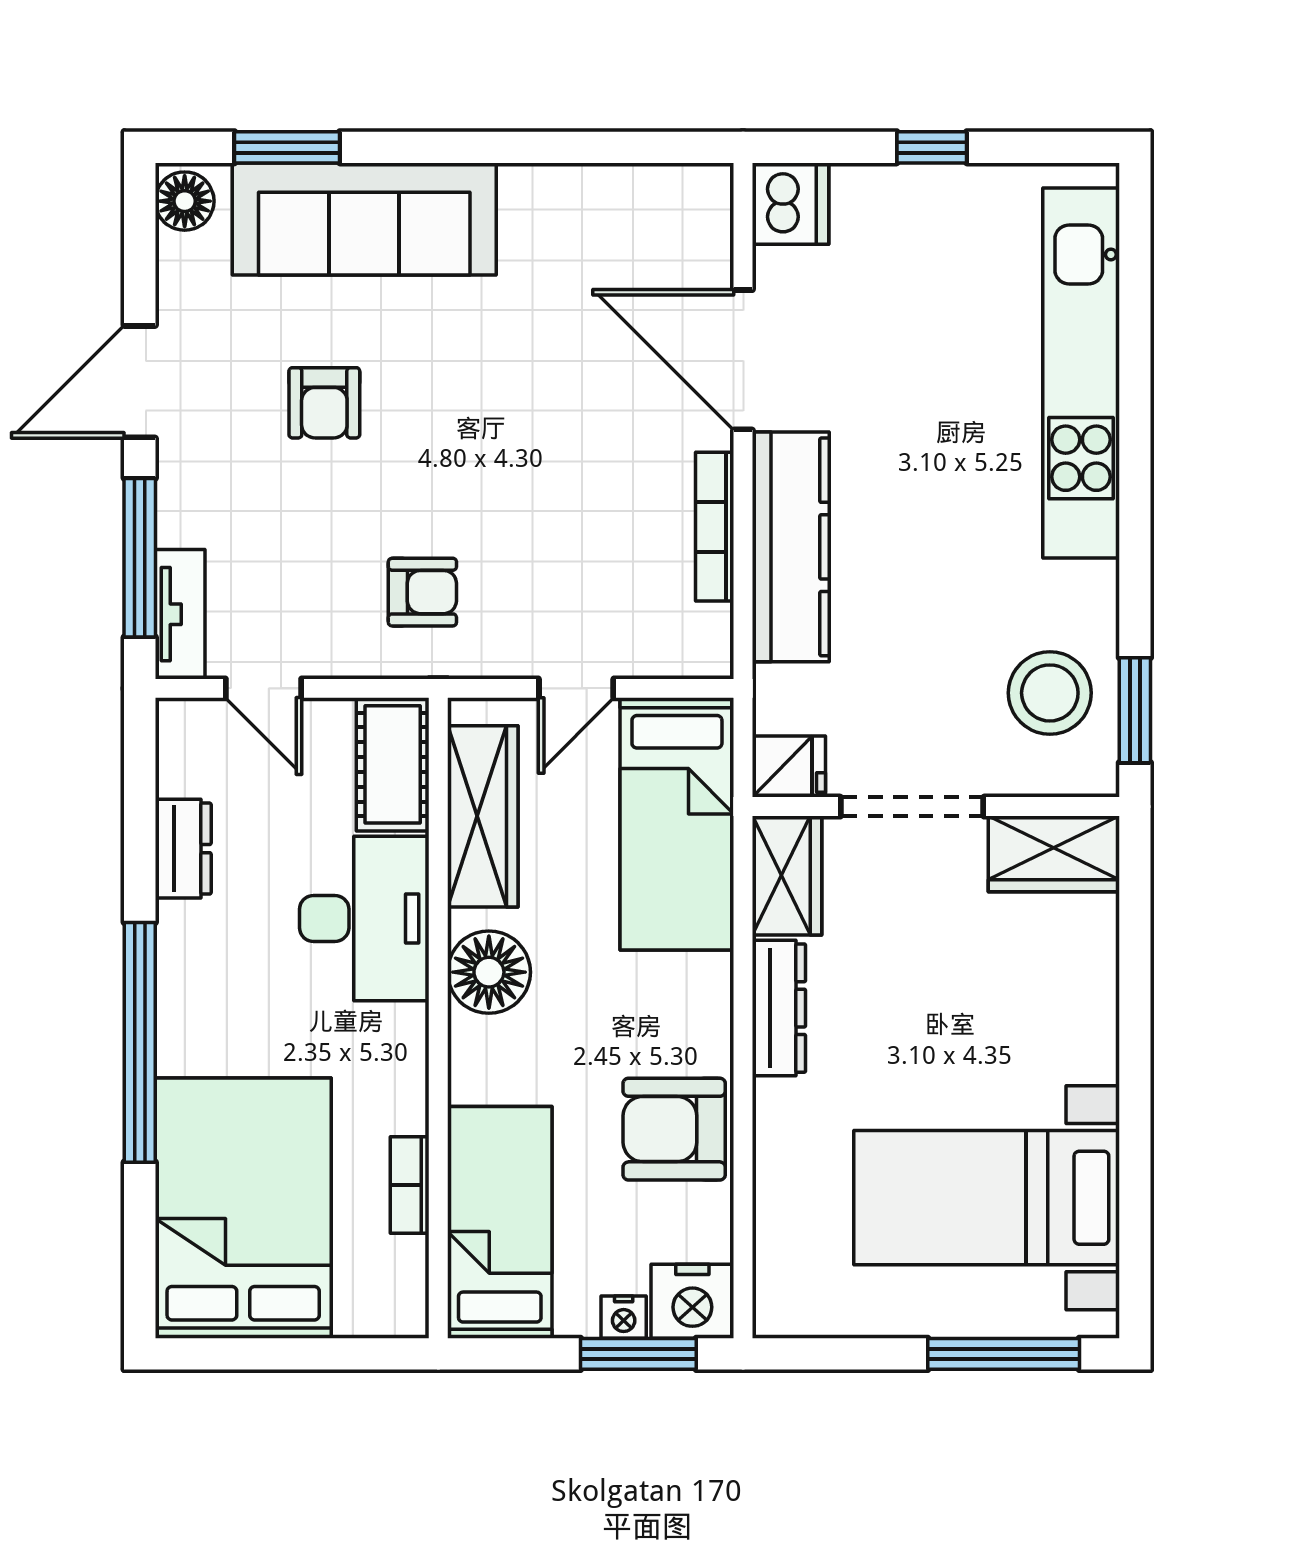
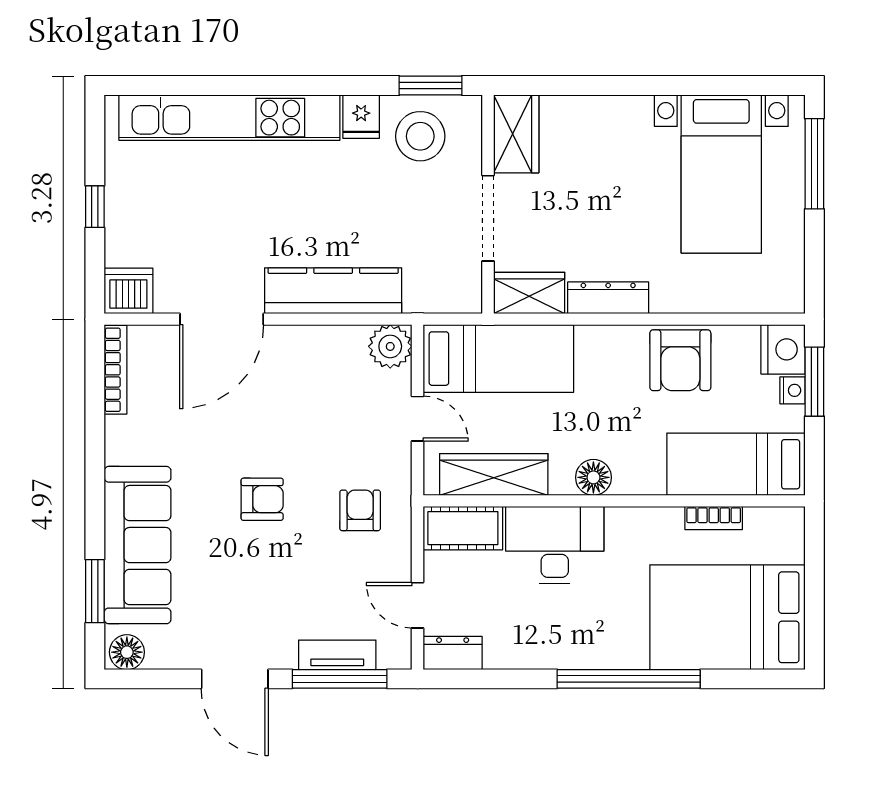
armchair: (324, 403) -> (262, 499), moved
bookcase: (715, 527) -> (115, 370), moved, turned -90
tv unit: (180, 614) -> (337, 655), moved
plant: (697, 643) -> (390, 346), added
door: (263, 688) -> (418, 605), swing flipped
fridge: (789, 767) -> (361, 117), moved, turned 180
dresser: (183, 849) -> (453, 653), moved
floor lamp: (489, 972) -> (593, 477), width x0.73, depth x0.73

